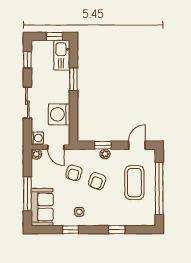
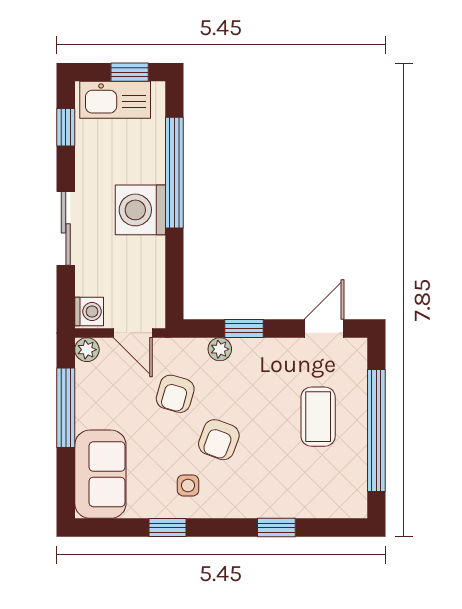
kitchen sink: (62, 55) -> (115, 100), moved, turned -90
window: (73, 79) -> (174, 173), width x2.11
washing machine: (59, 114) -> (140, 210), moved
plant: (105, 154) -> (220, 349), moved
armchair: (97, 181) -> (219, 440), moved
coffee table: (134, 183) -> (318, 417), width x0.73, depth x0.76
window: (27, 194) -> (66, 408), moved

